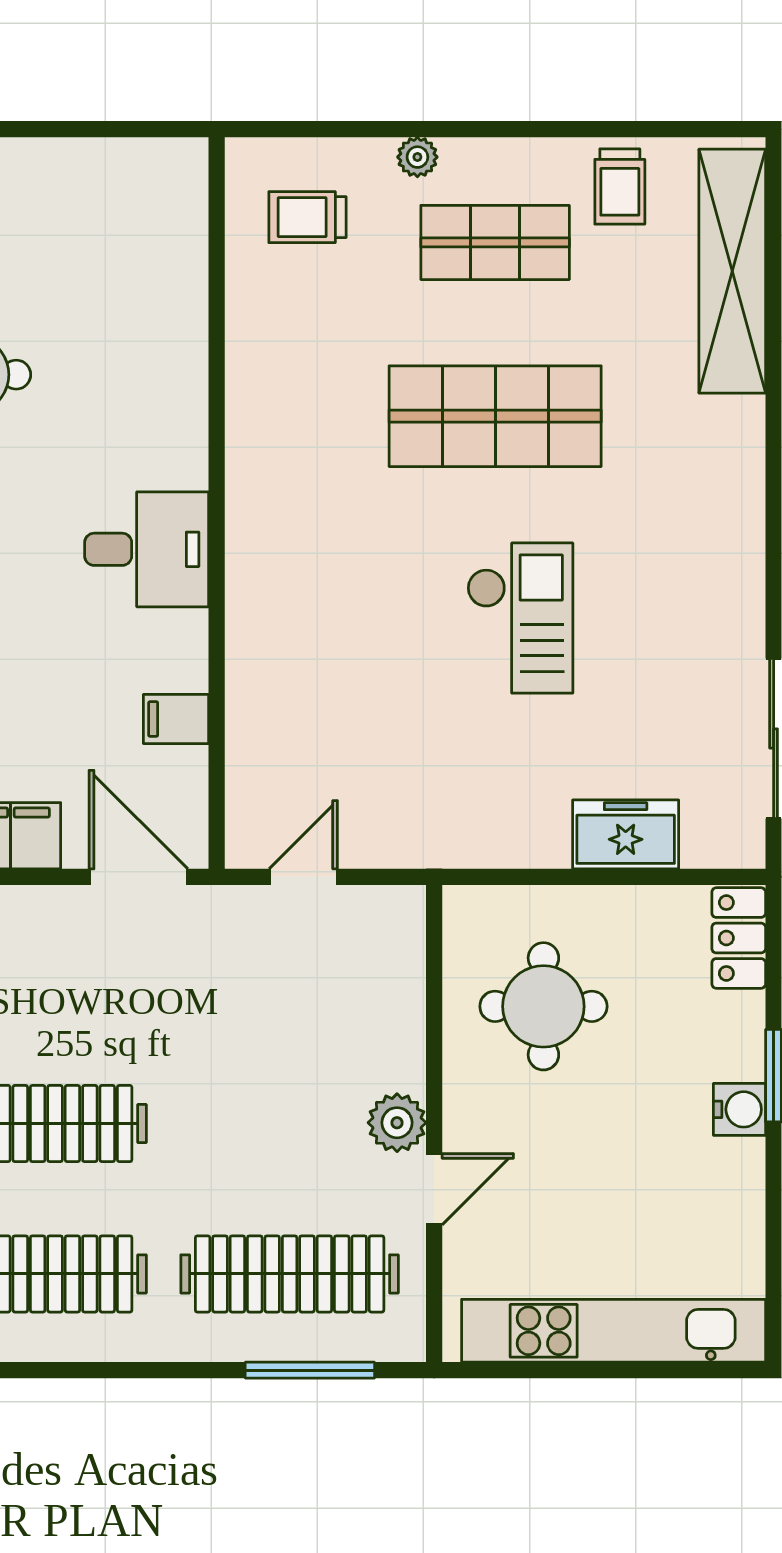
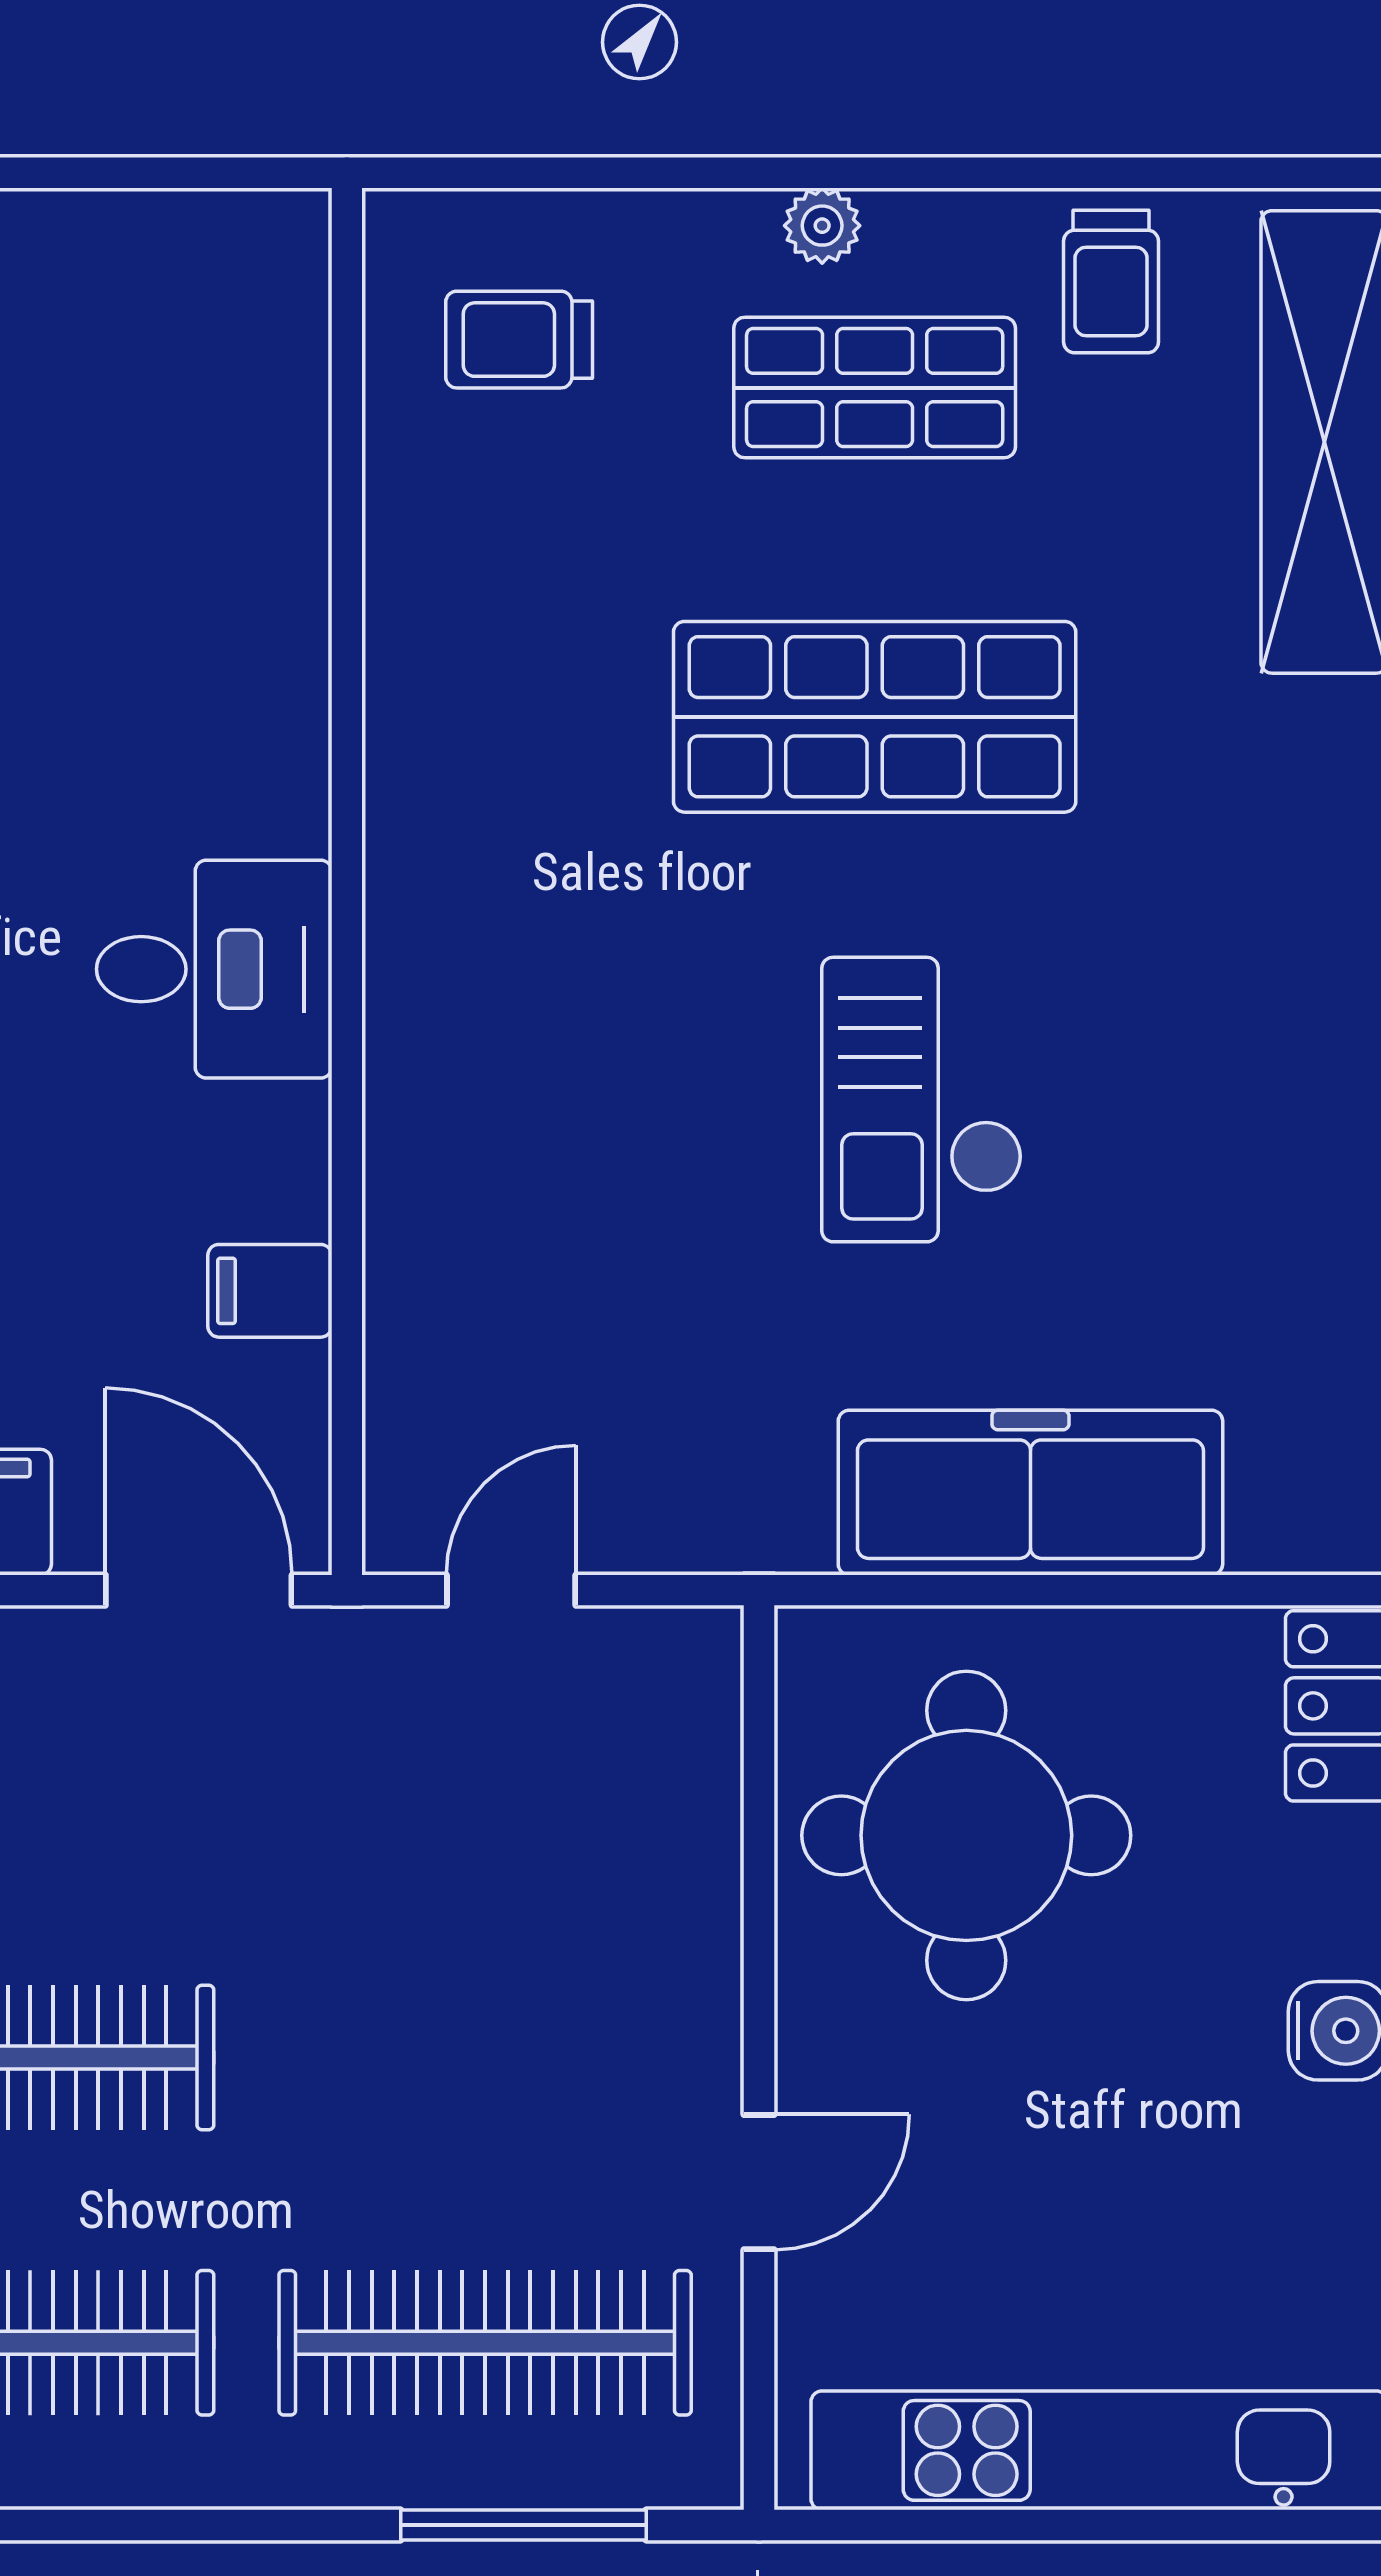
plant: (417, 157) -> (822, 226), moved
checkout: (520, 618) -> (922, 1100), turned 180
freezer: (626, 834) -> (1030, 1493), width x1.91, depth x1.26
round table: (543, 1006) -> (966, 1835), width x1.36, depth x1.36
plant: (397, 1123) -> (689, 2056), removed

